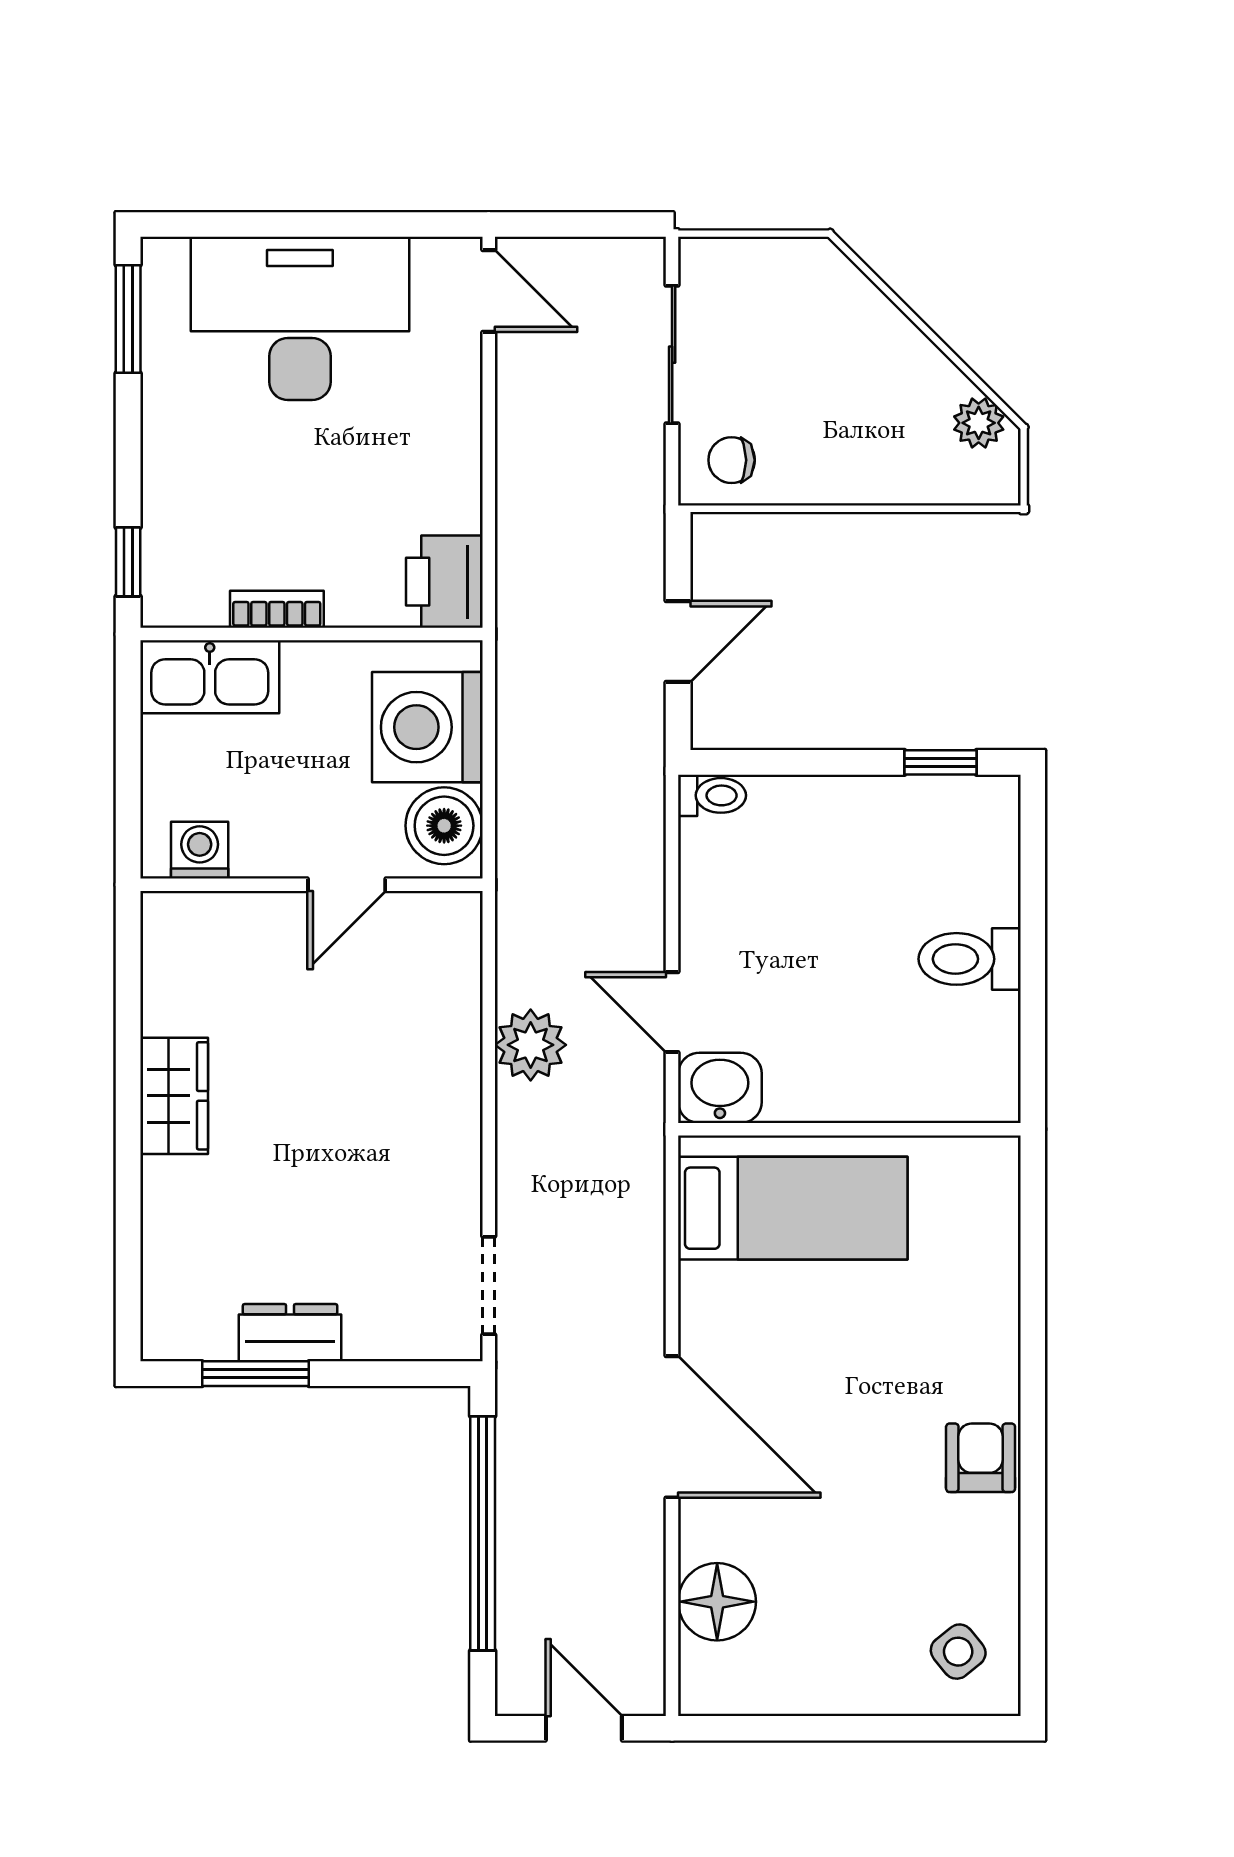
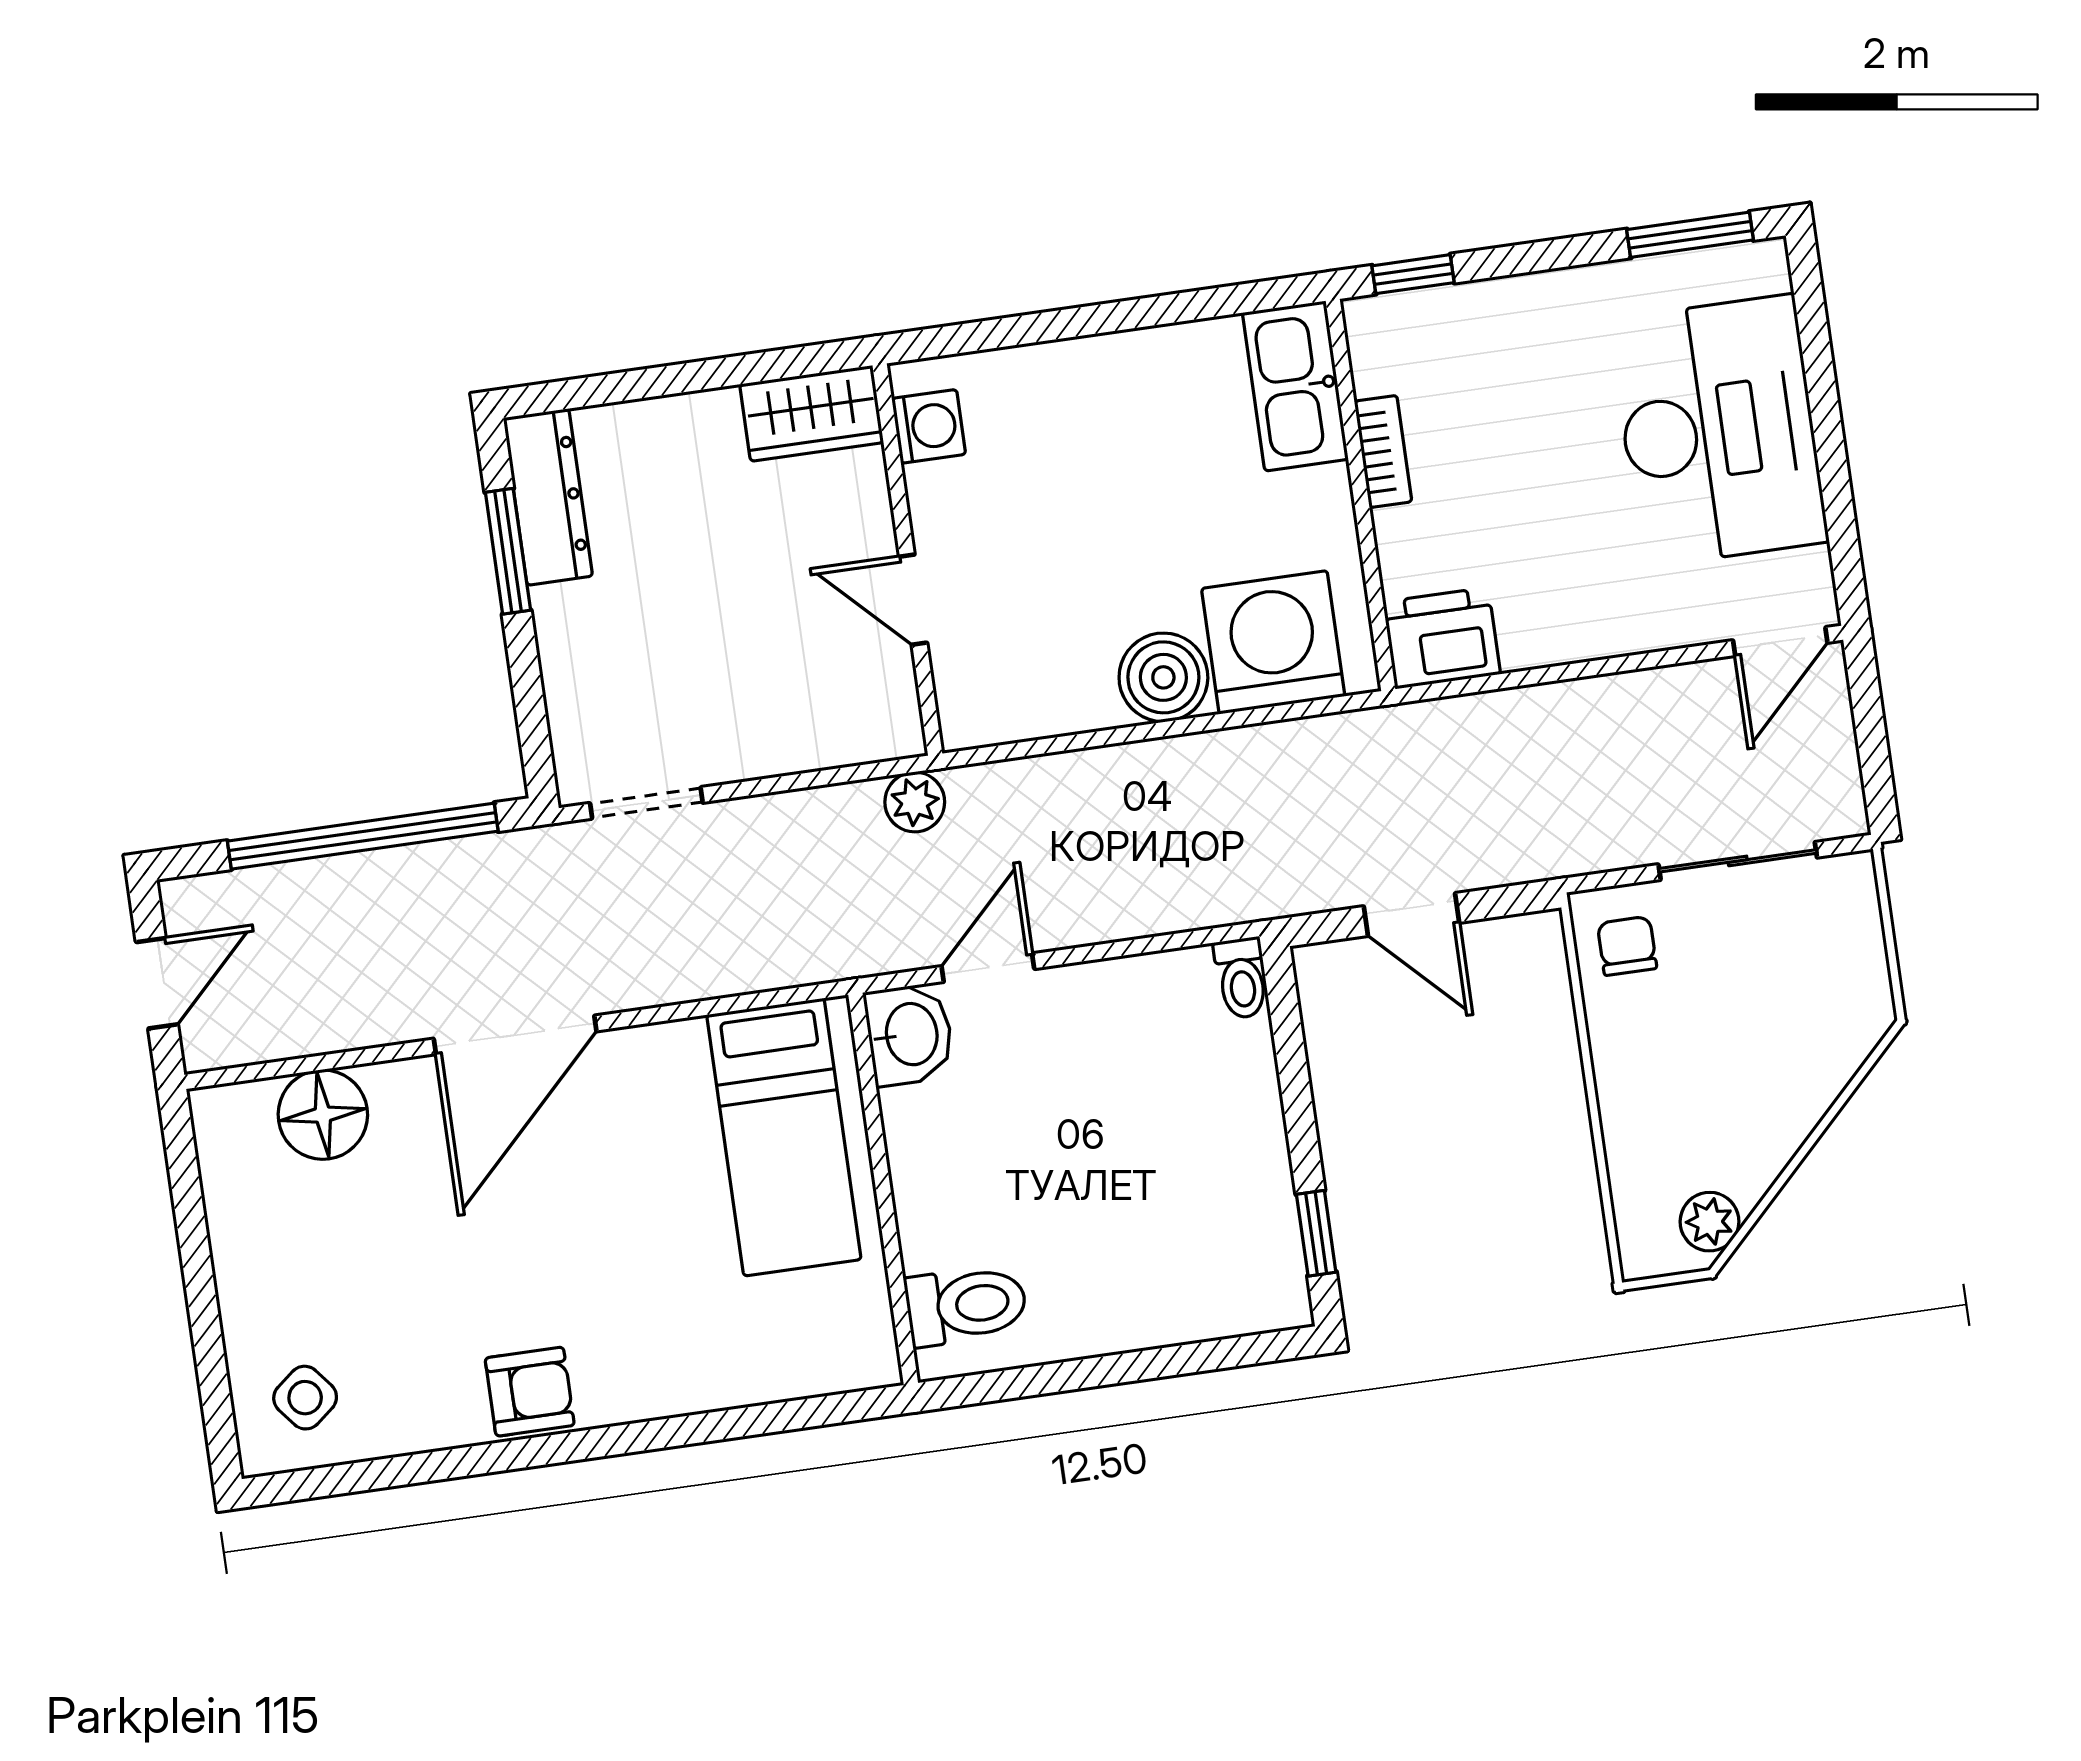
washing machine: (200, 850) -> (929, 426), moved
wall: (311, 885) -> (907, 560), moved
door: (347, 885) -> (913, 600), moved
toilet: (970, 959) -> (966, 1305), moved, turned 90
plant: (531, 1045) -> (915, 802), width x0.73, depth x0.73
dresser: (290, 1333) -> (548, 497), moved, width x1.44

